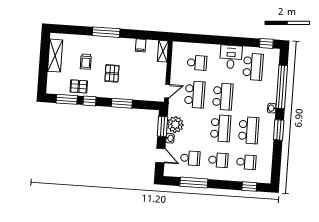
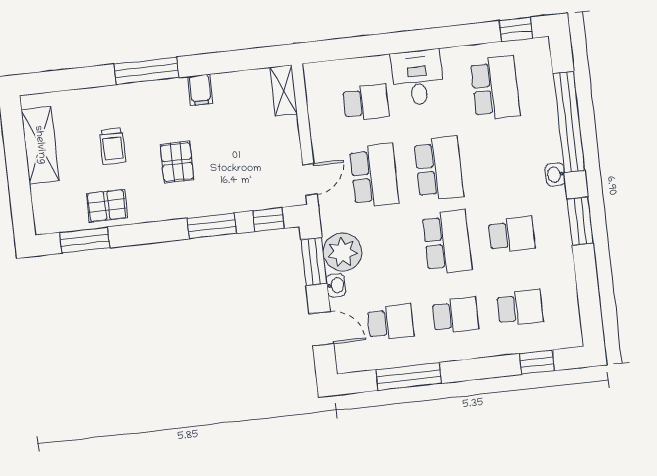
filing cabinet: (141, 45) -> (200, 90), moved
desk: (231, 57) -> (417, 78), moved
window: (89, 101) -> (268, 220), moved
school desk: (249, 130) -> (512, 234), width x0.54

